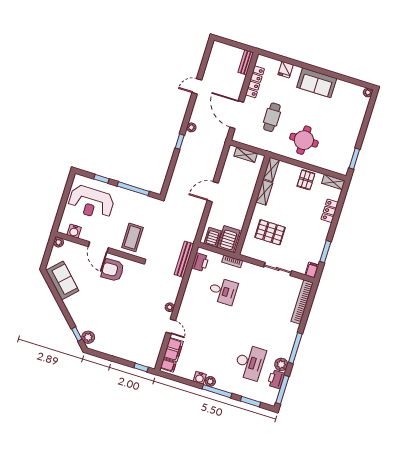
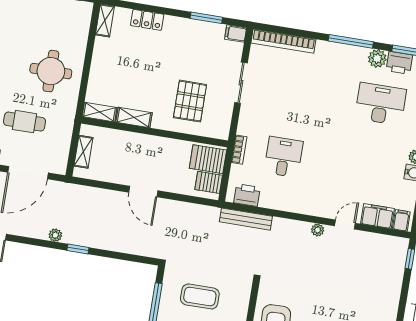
pallet: (306, 180) -> (107, 60), removed
coffee table: (132, 237) -> (200, 296), moved

